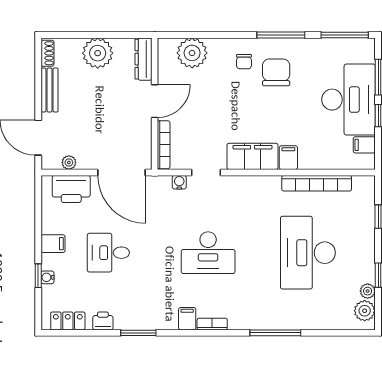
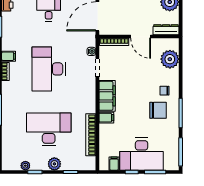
desk: (208, 253) -> (49, 69), width x1.36, depth x1.30
plant: (365, 311) -> (54, 164), moved

